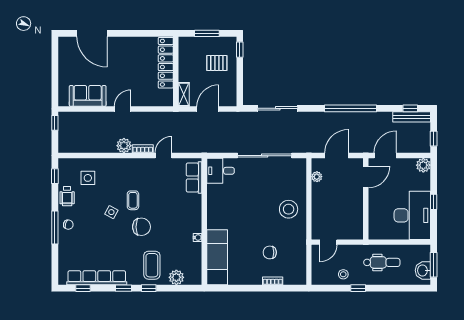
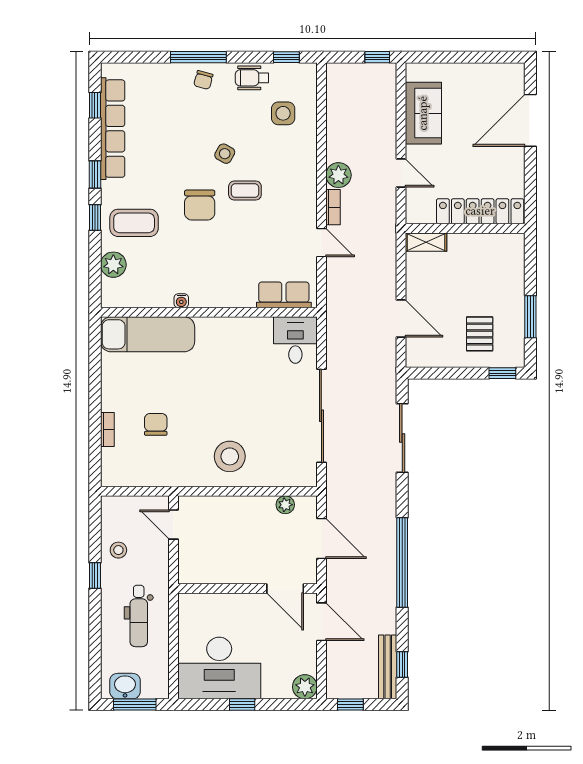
locker: (166, 63) -> (480, 211), moved
wall: (176, 71) -> (465, 228), moved
shelving: (184, 94) -> (426, 242), moved

